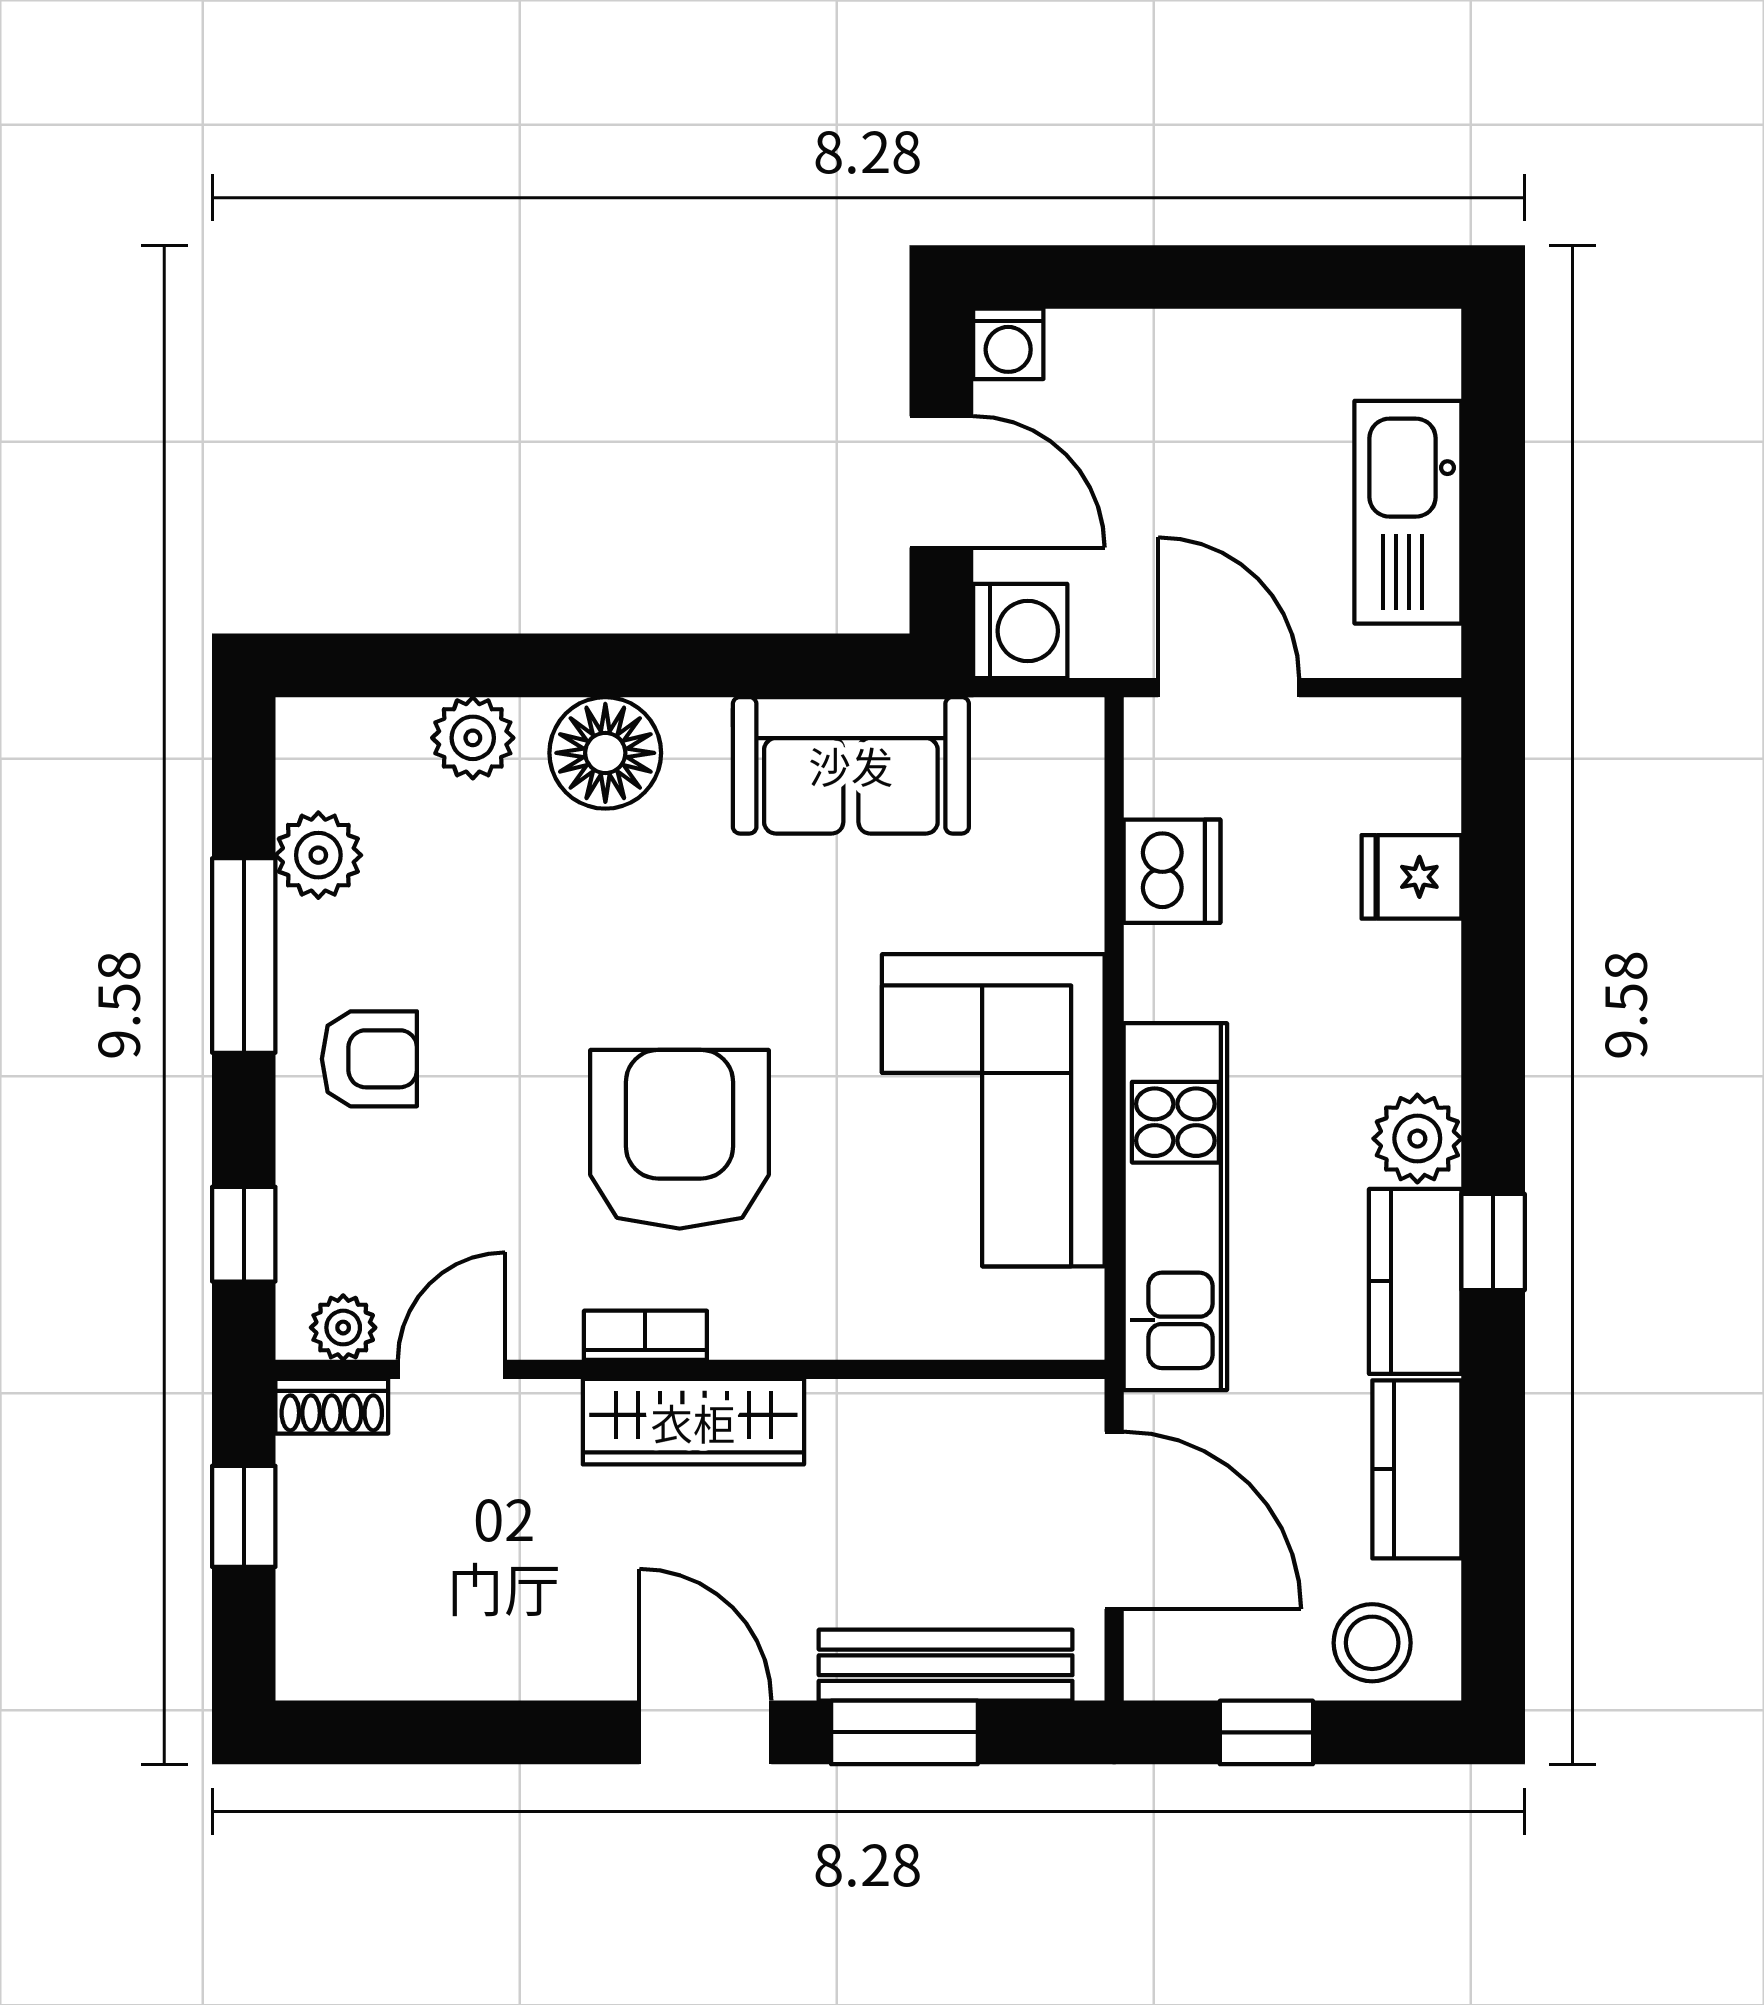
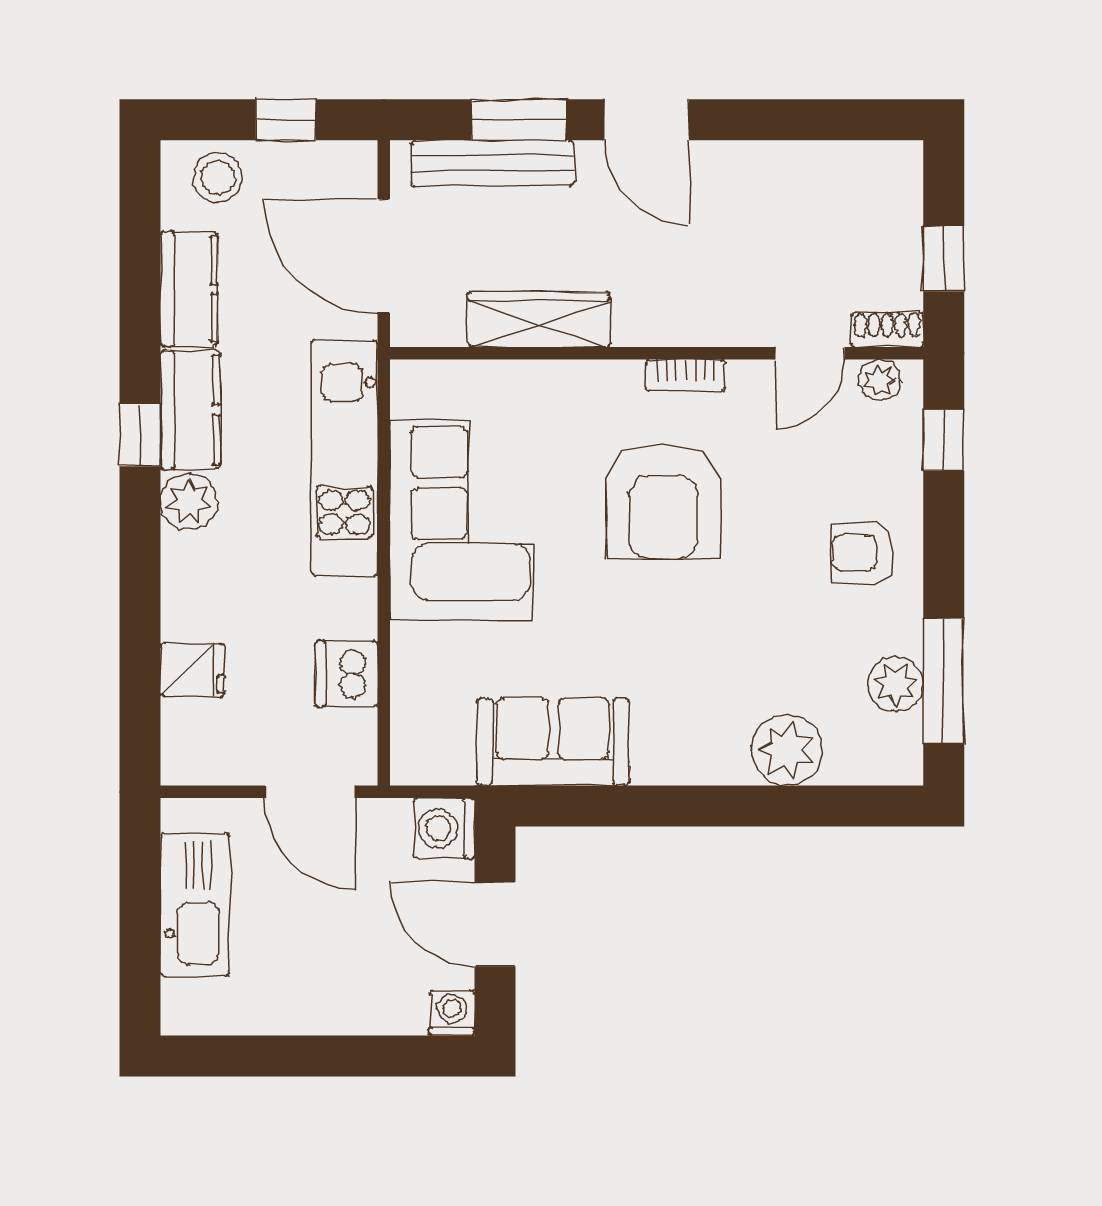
plant: (473, 738) -> (787, 750), width x1.36, depth x1.36
floor lamp: (605, 753) -> (711, 750), removed
window: (244, 955) -> (944, 681), moved
wardrobe: (693, 1422) -> (539, 320), moved

